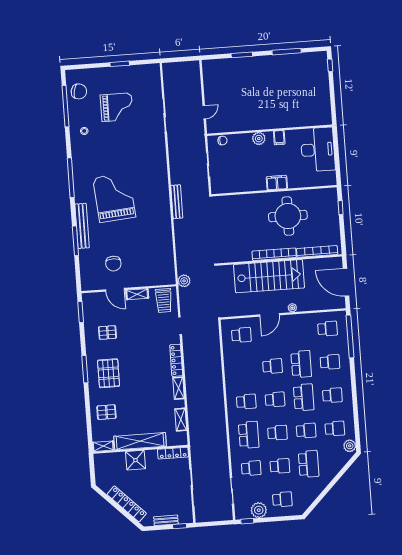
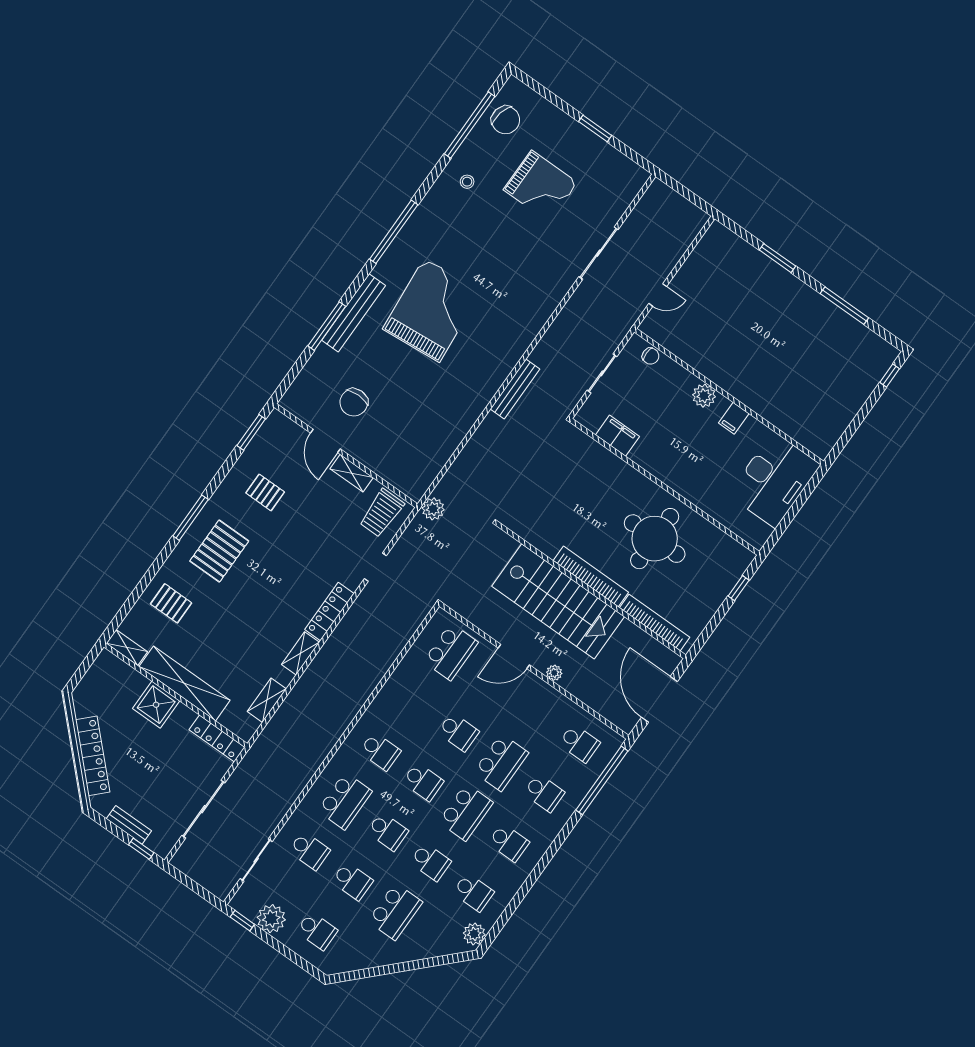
filing cabinet: (277, 183) -> (617, 436), moved
school desk: (241, 335) -> (451, 652), width x1.85

